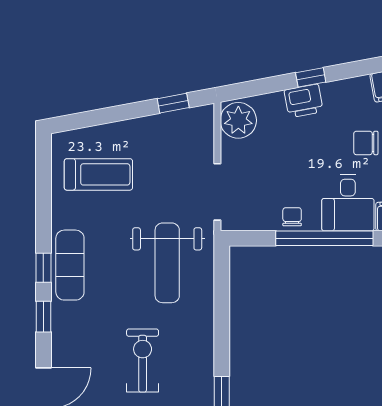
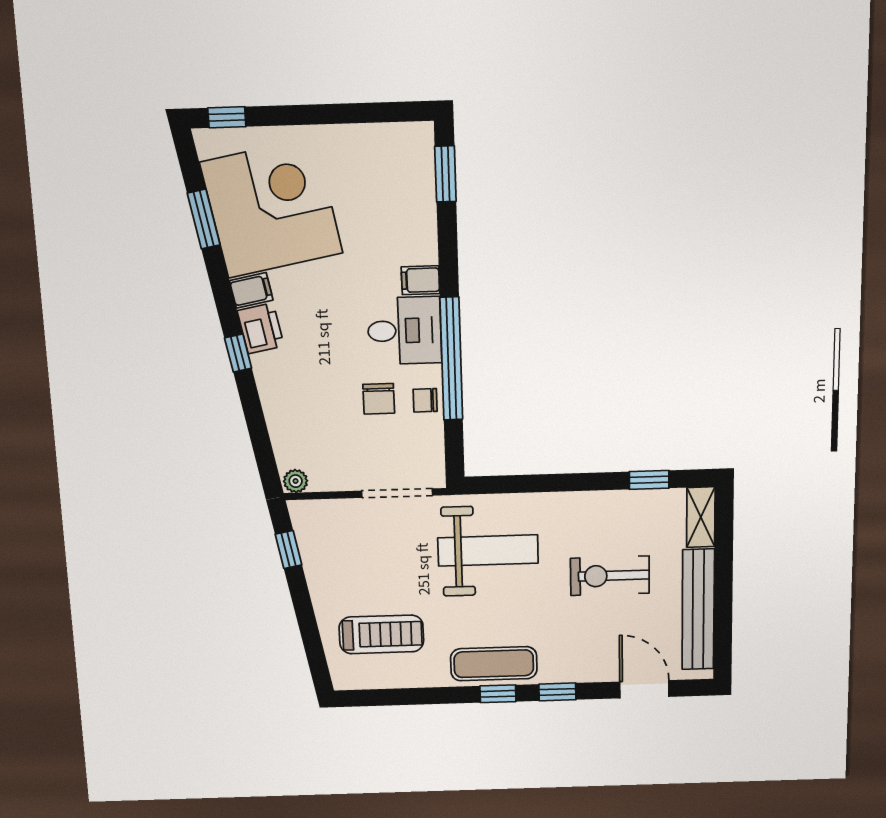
window: (311, 77) -> (238, 353), moved
printer: (304, 101) -> (261, 328), moved
plant: (238, 120) -> (296, 481), width x0.53, depth x0.53
chair: (366, 143) -> (379, 399), moved
treadmill: (98, 174) -> (381, 634), turned 90

